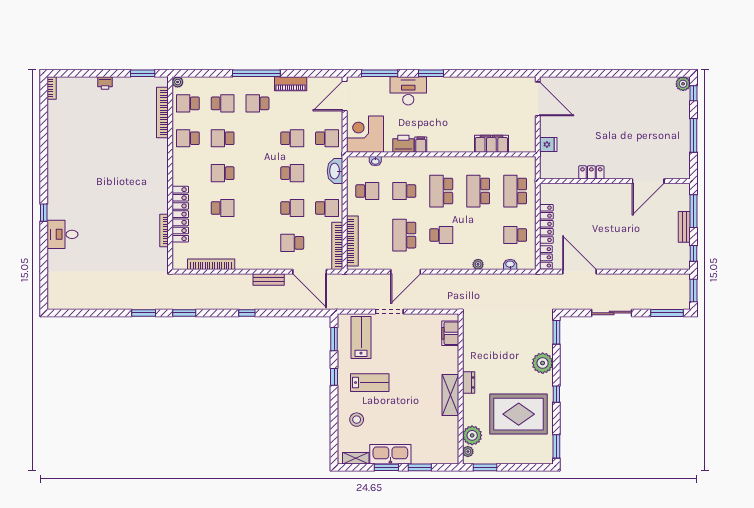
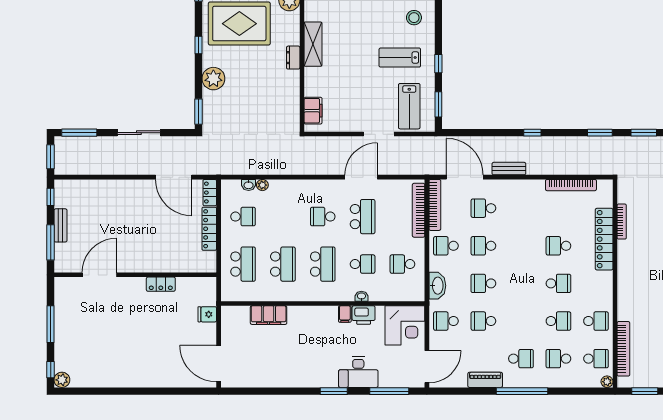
washbasin: (375, 161) -> (361, 296), moved
school desk: (292, 243) -> (483, 208), turned 180
plant: (478, 264) -> (262, 185), moved

